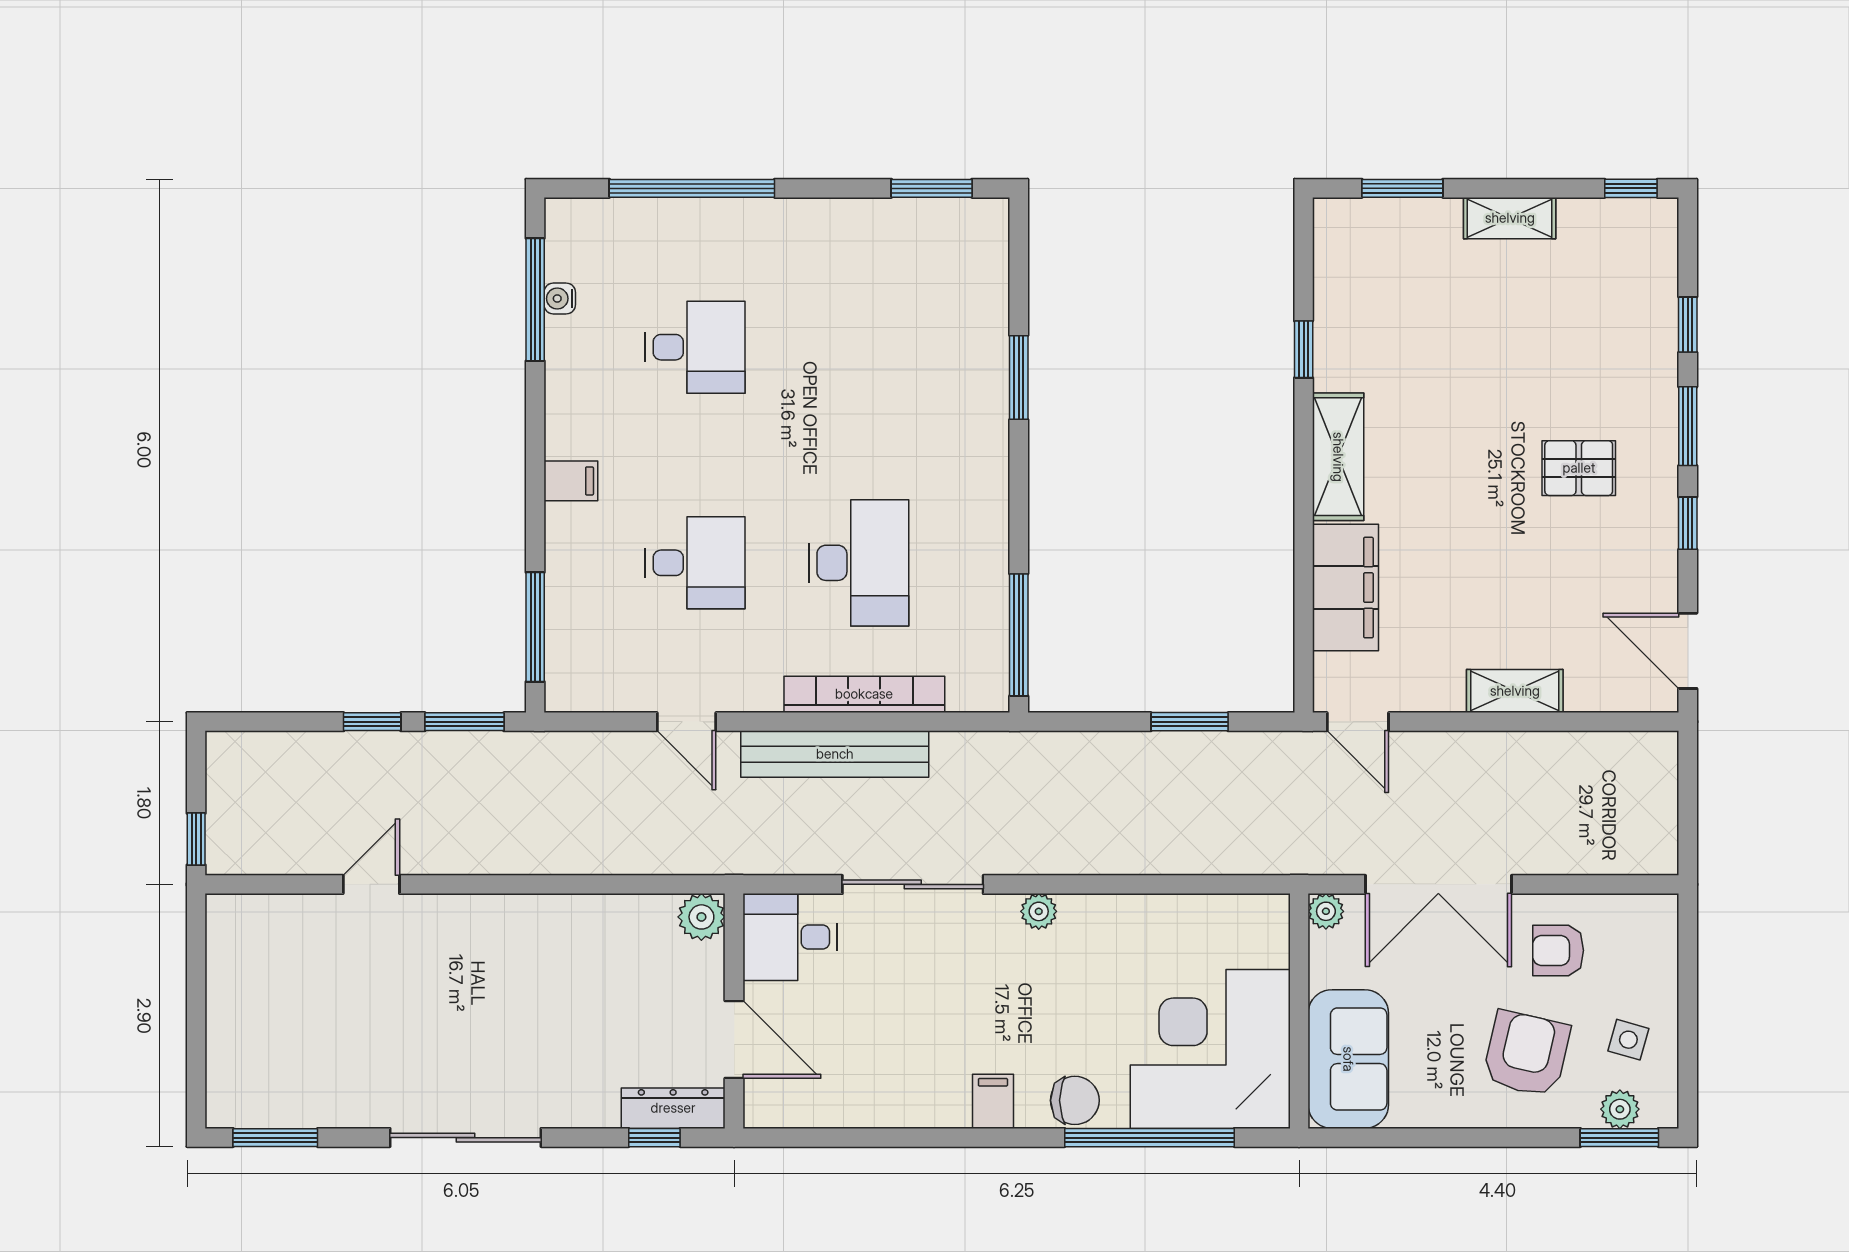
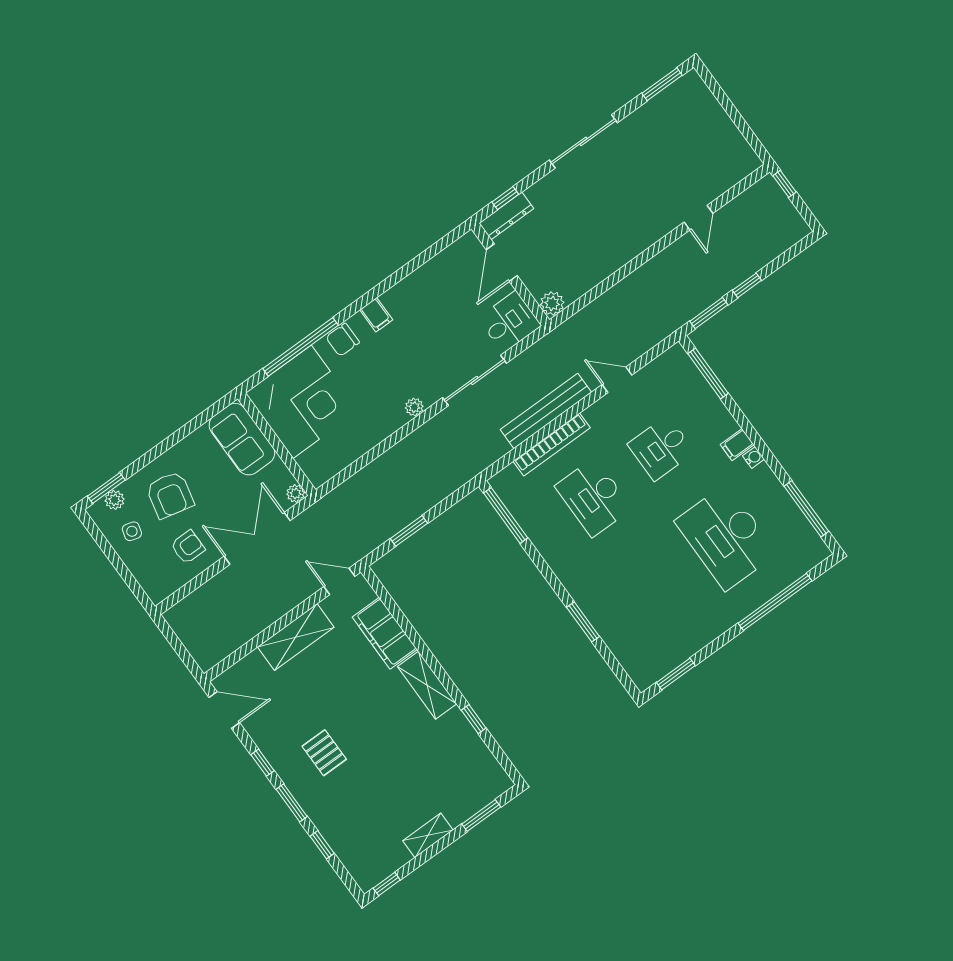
water cooler: (560, 299) -> (754, 457), moved
desk: (695, 347) -> (726, 537), width x1.87, depth x1.30
pallet: (1579, 468) -> (324, 753), turned 90
shelving: (1515, 691) -> (296, 637), width x1.50, depth x1.33
door: (734, 1039) -> (502, 263), hinge flipped

